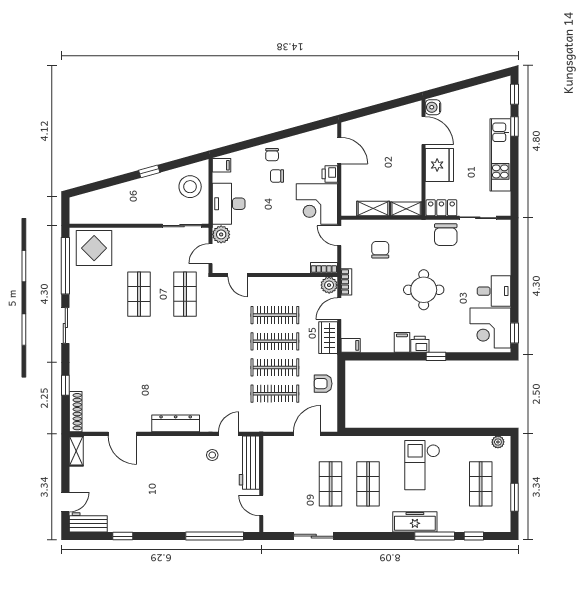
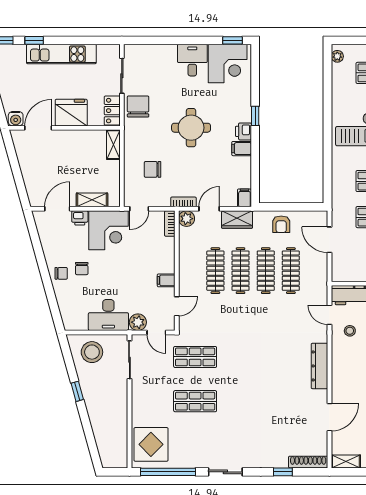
filing cabinet: (222, 165) -> (166, 280), moved, turned -90
shelving: (373, 209) -> (92, 200), moved, turned 90
chair: (446, 235) -> (138, 106), turned -90
door: (339, 309) -> (209, 209), swing flipped

